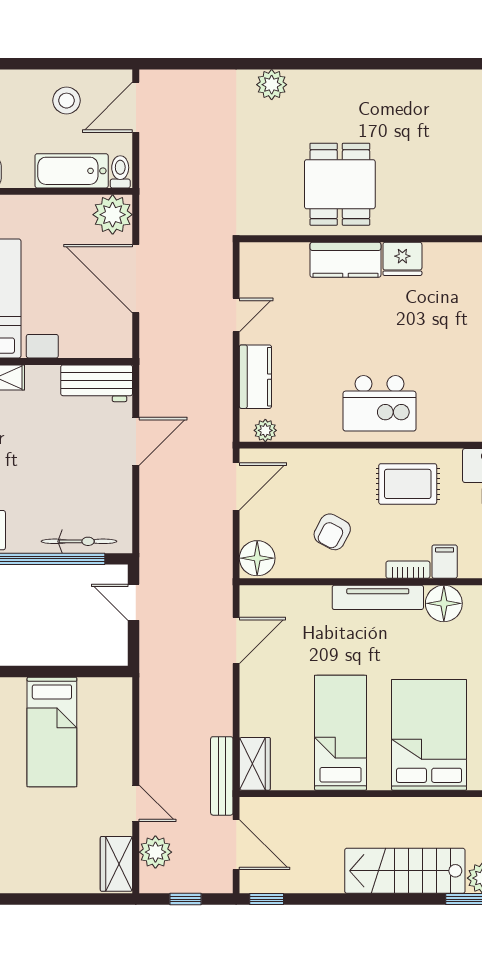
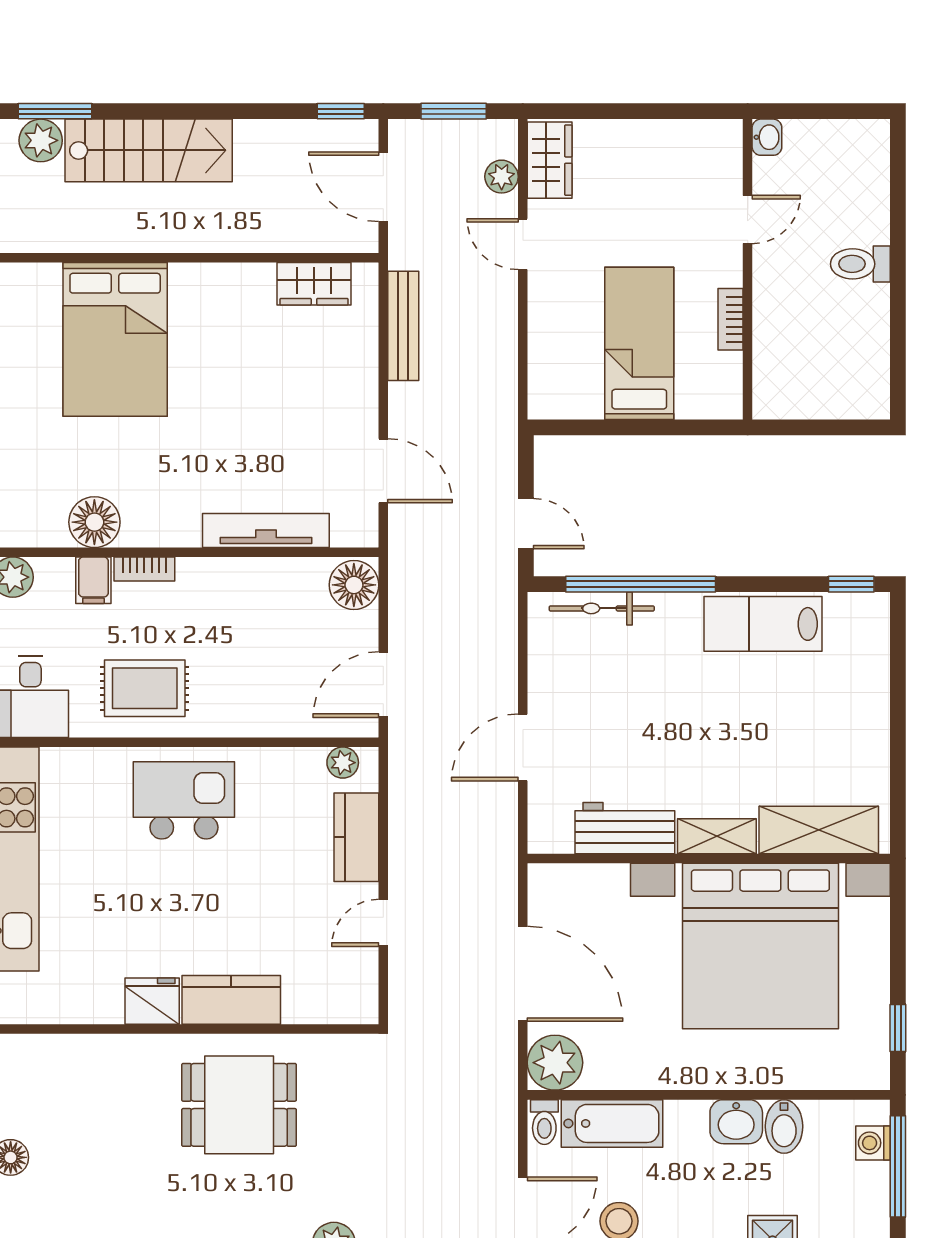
dining table: (340, 184) -> (239, 1105), turned 90
workbench: (97, 383) -> (625, 828), moved
armchair: (332, 532) -> (250, 622), removed
tv unit: (378, 597) -> (266, 531), moved
door: (236, 640) -> (383, 471), swing flipped
bed: (341, 733) -> (238, 342), removed
wardrobe: (255, 764) -> (314, 284), moved, turned -90
bench: (222, 776) -> (403, 326), moved
plant: (155, 852) -> (502, 177), width x0.73, depth x0.73
window: (185, 899) -> (454, 111), width x1.50

